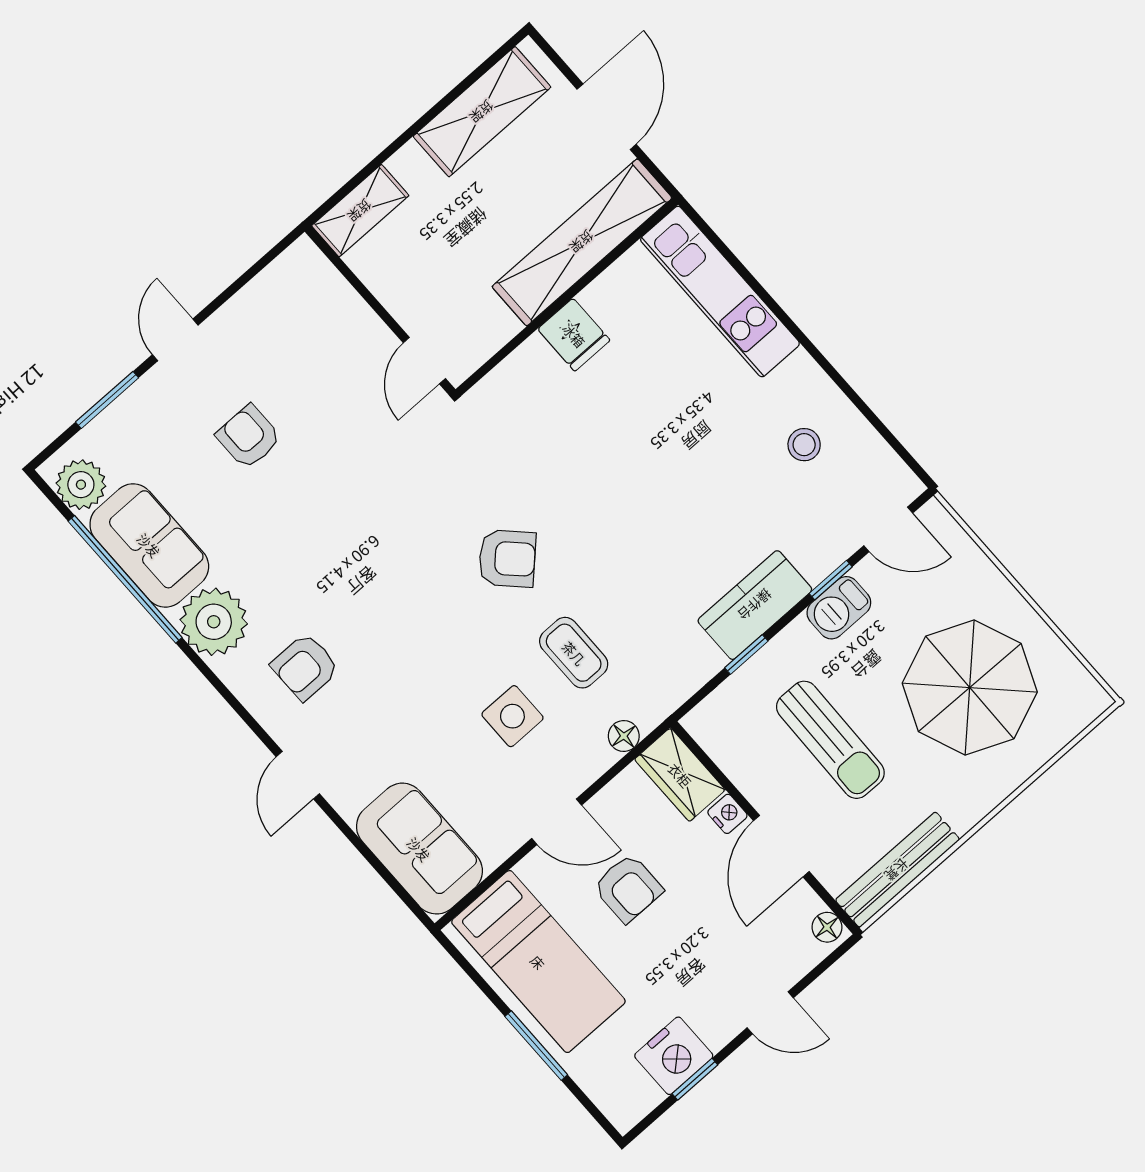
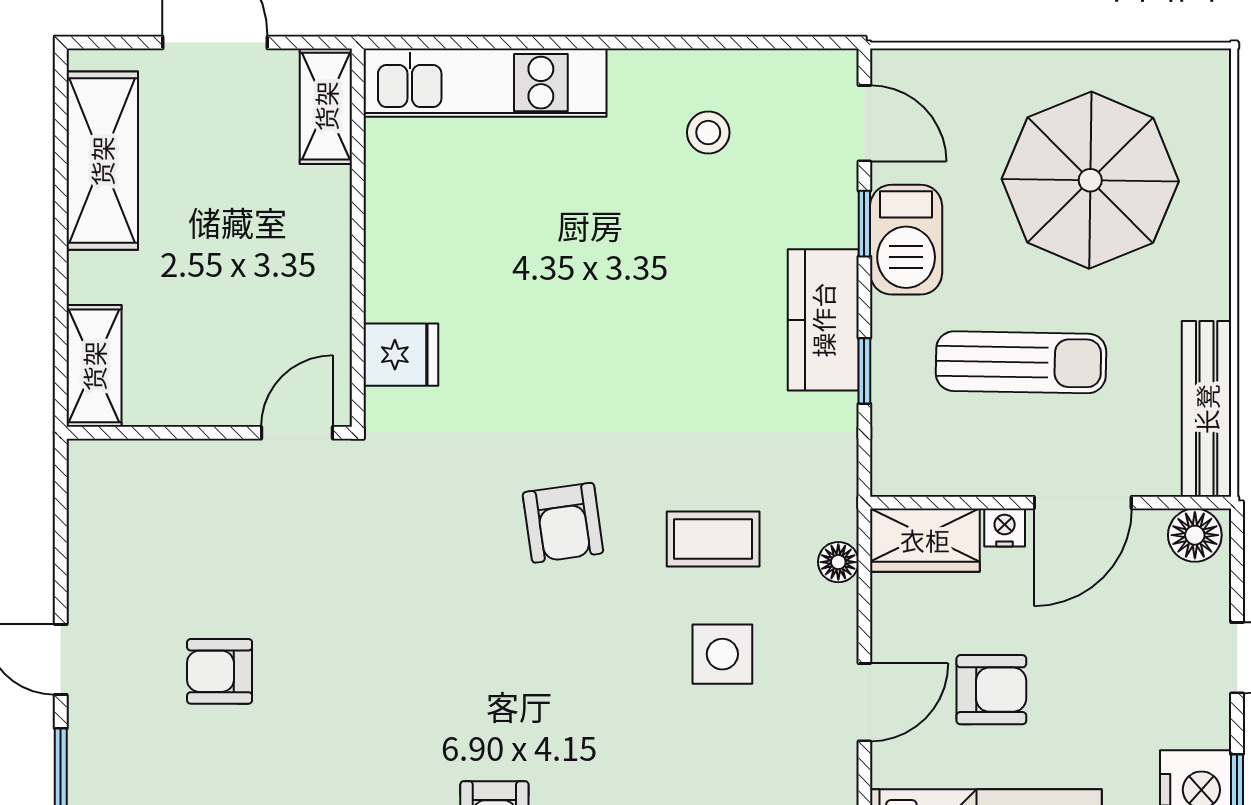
shelving: (582, 242) -> (326, 106), width x0.45, depth x0.75
fridge: (574, 335) -> (401, 355), moved
door: (424, 361) -> (297, 433), swing flipped
door: (888, 529) -> (864, 123), hinge flipped
armchair: (507, 558) -> (563, 523), turned 127
barbecue: (839, 608) -> (906, 240), width x1.38, depth x1.27
door: (781, 846) -> (1083, 503), hinge flipped
floor lamp: (827, 927) -> (1195, 535), width x1.37, depth x1.37

